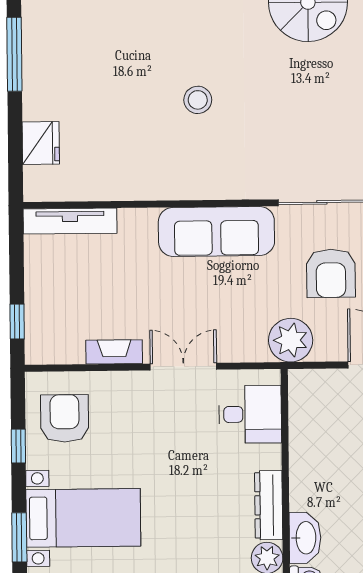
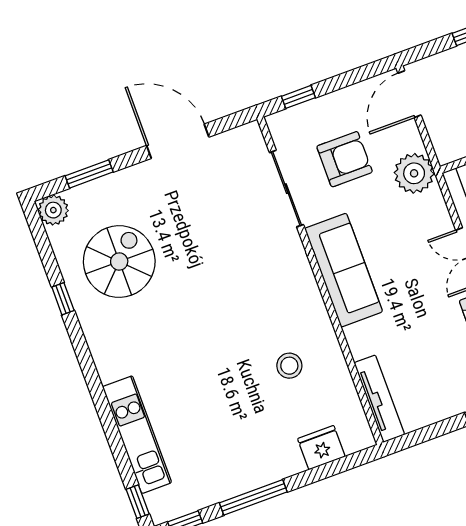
stool: (198, 100) -> (289, 366), moved

